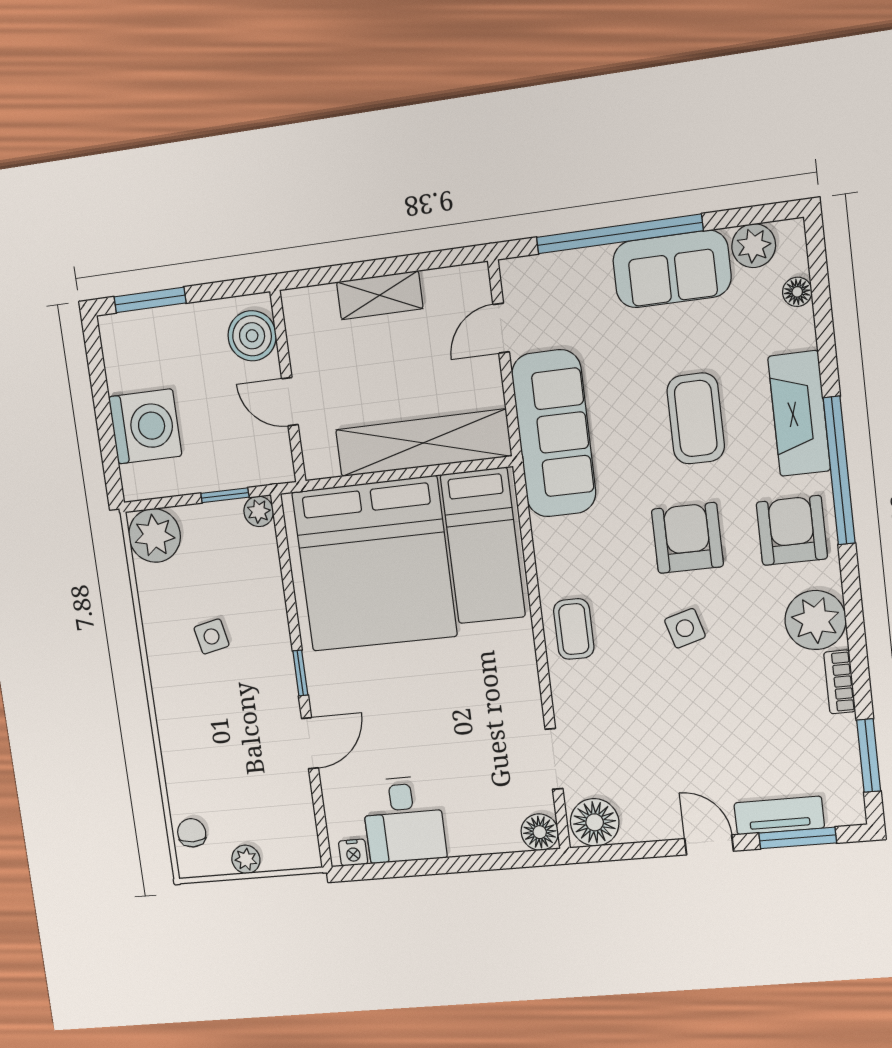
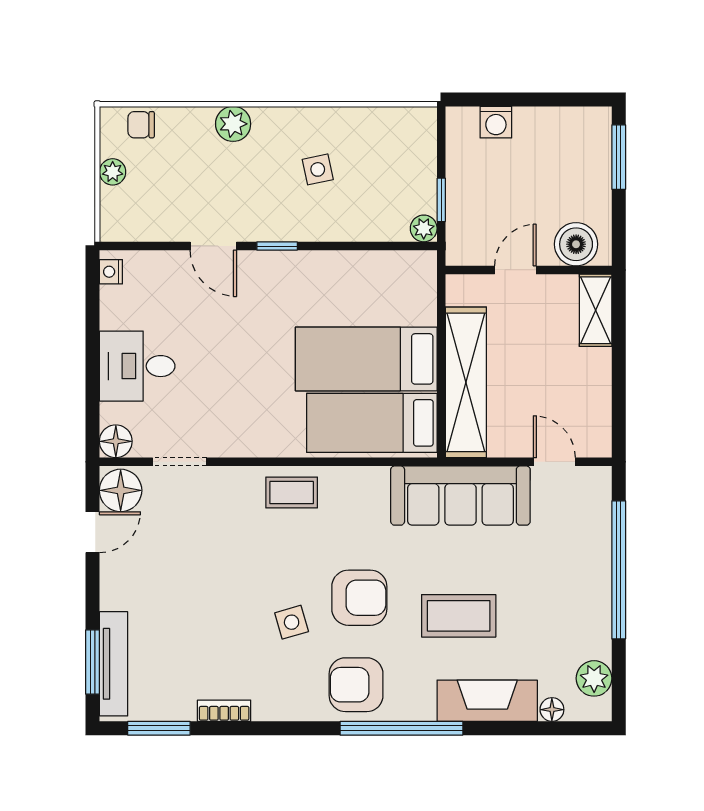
sofa: (672, 269) -> (584, 610), removed
shelving: (380, 295) -> (596, 310), moved
fireplace: (799, 414) -> (487, 701), moved
washing machine: (145, 426) -> (496, 122), width x0.53, depth x0.53
armchair: (792, 530) -> (356, 685), turned 180
plant: (154, 535) -> (233, 124), moved, width x0.73, depth x0.73
bed: (374, 564) -> (366, 359), width x0.49
plant: (815, 620) -> (279, 696), removed
side table: (685, 628) -> (292, 622), moved
tv unit: (779, 815) -> (114, 664), width x1.41
desk: (404, 819) -> (137, 366), moved
chair: (192, 833) -> (141, 125), turned 180
door: (709, 845) -> (93, 532), moved

